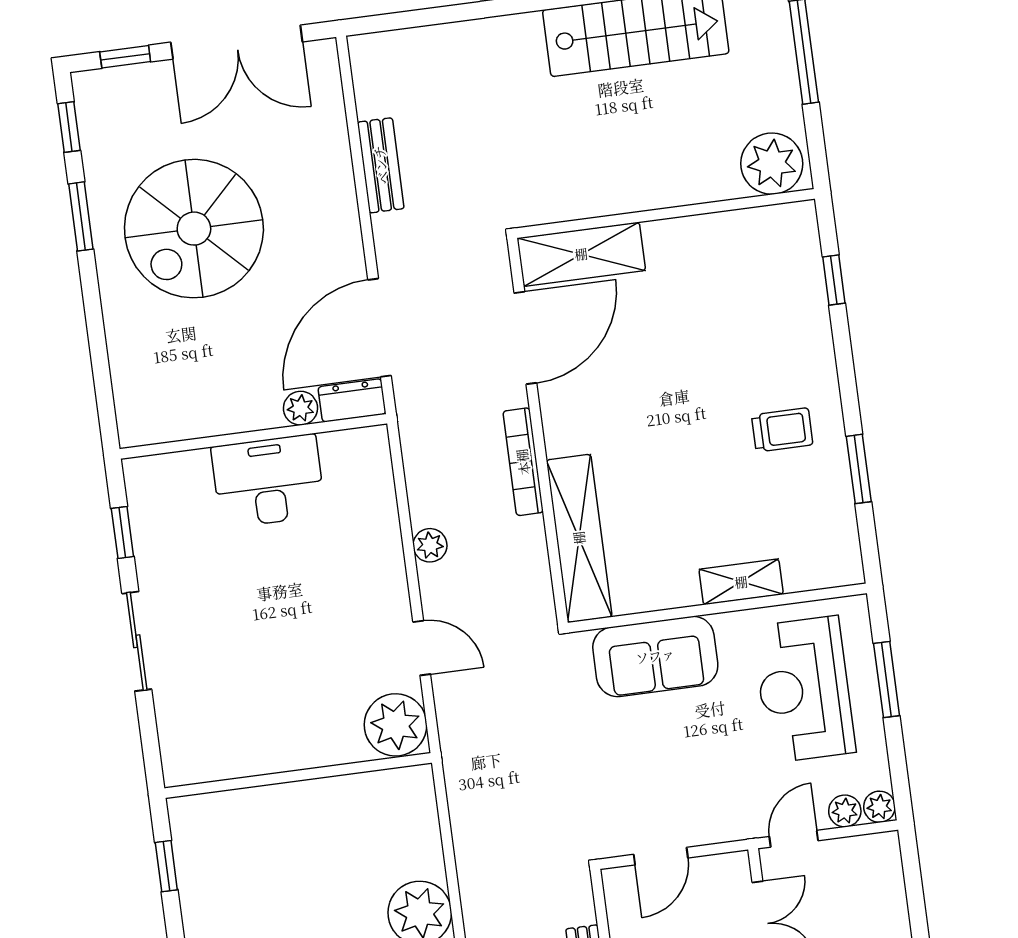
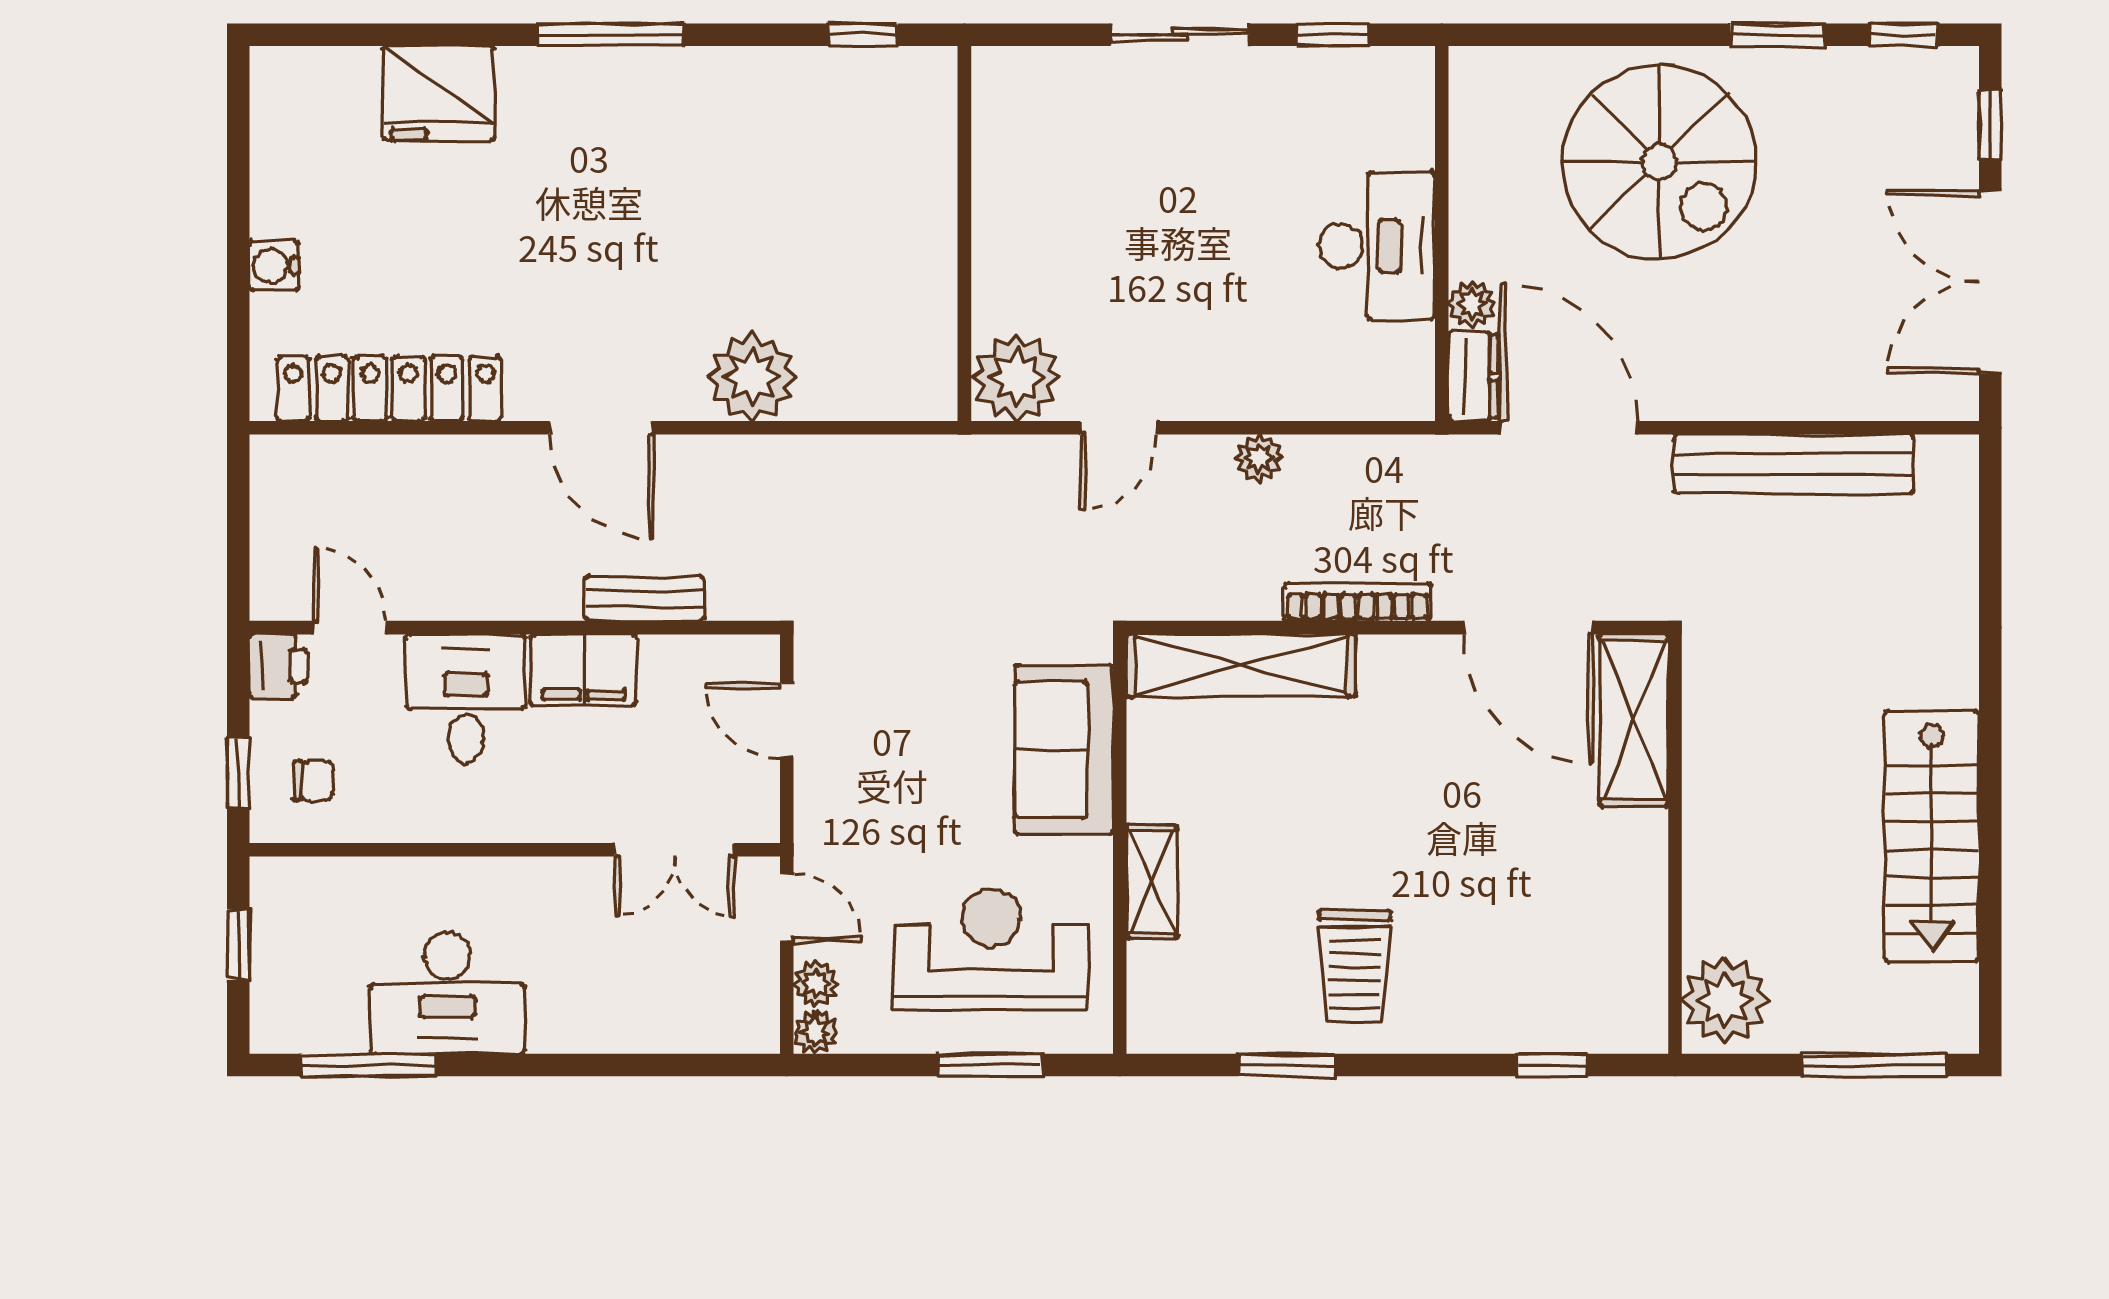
bench: (381, 165) -> (1794, 464), width x1.86, depth x1.21
spiral stairs: (194, 229) -> (1659, 162), moved, turned 180
trolley: (782, 430) -> (1354, 966), width x1.36, depth x1.39

